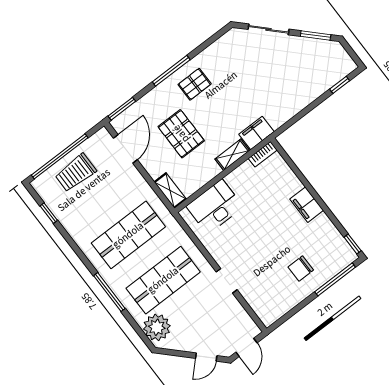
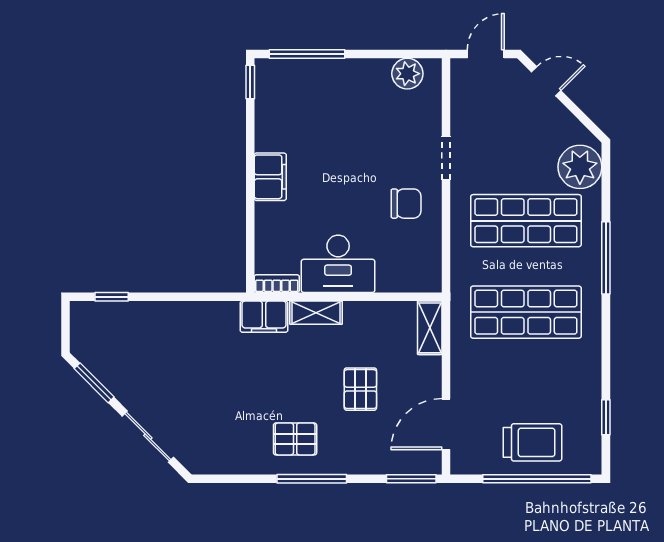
pallet: (181, 134) -> (360, 389), width x0.67, depth x0.71
desk: (215, 207) -> (338, 264), moved
chair: (301, 268) -> (406, 204), moved
plant: (278, 308) -> (407, 74), added

